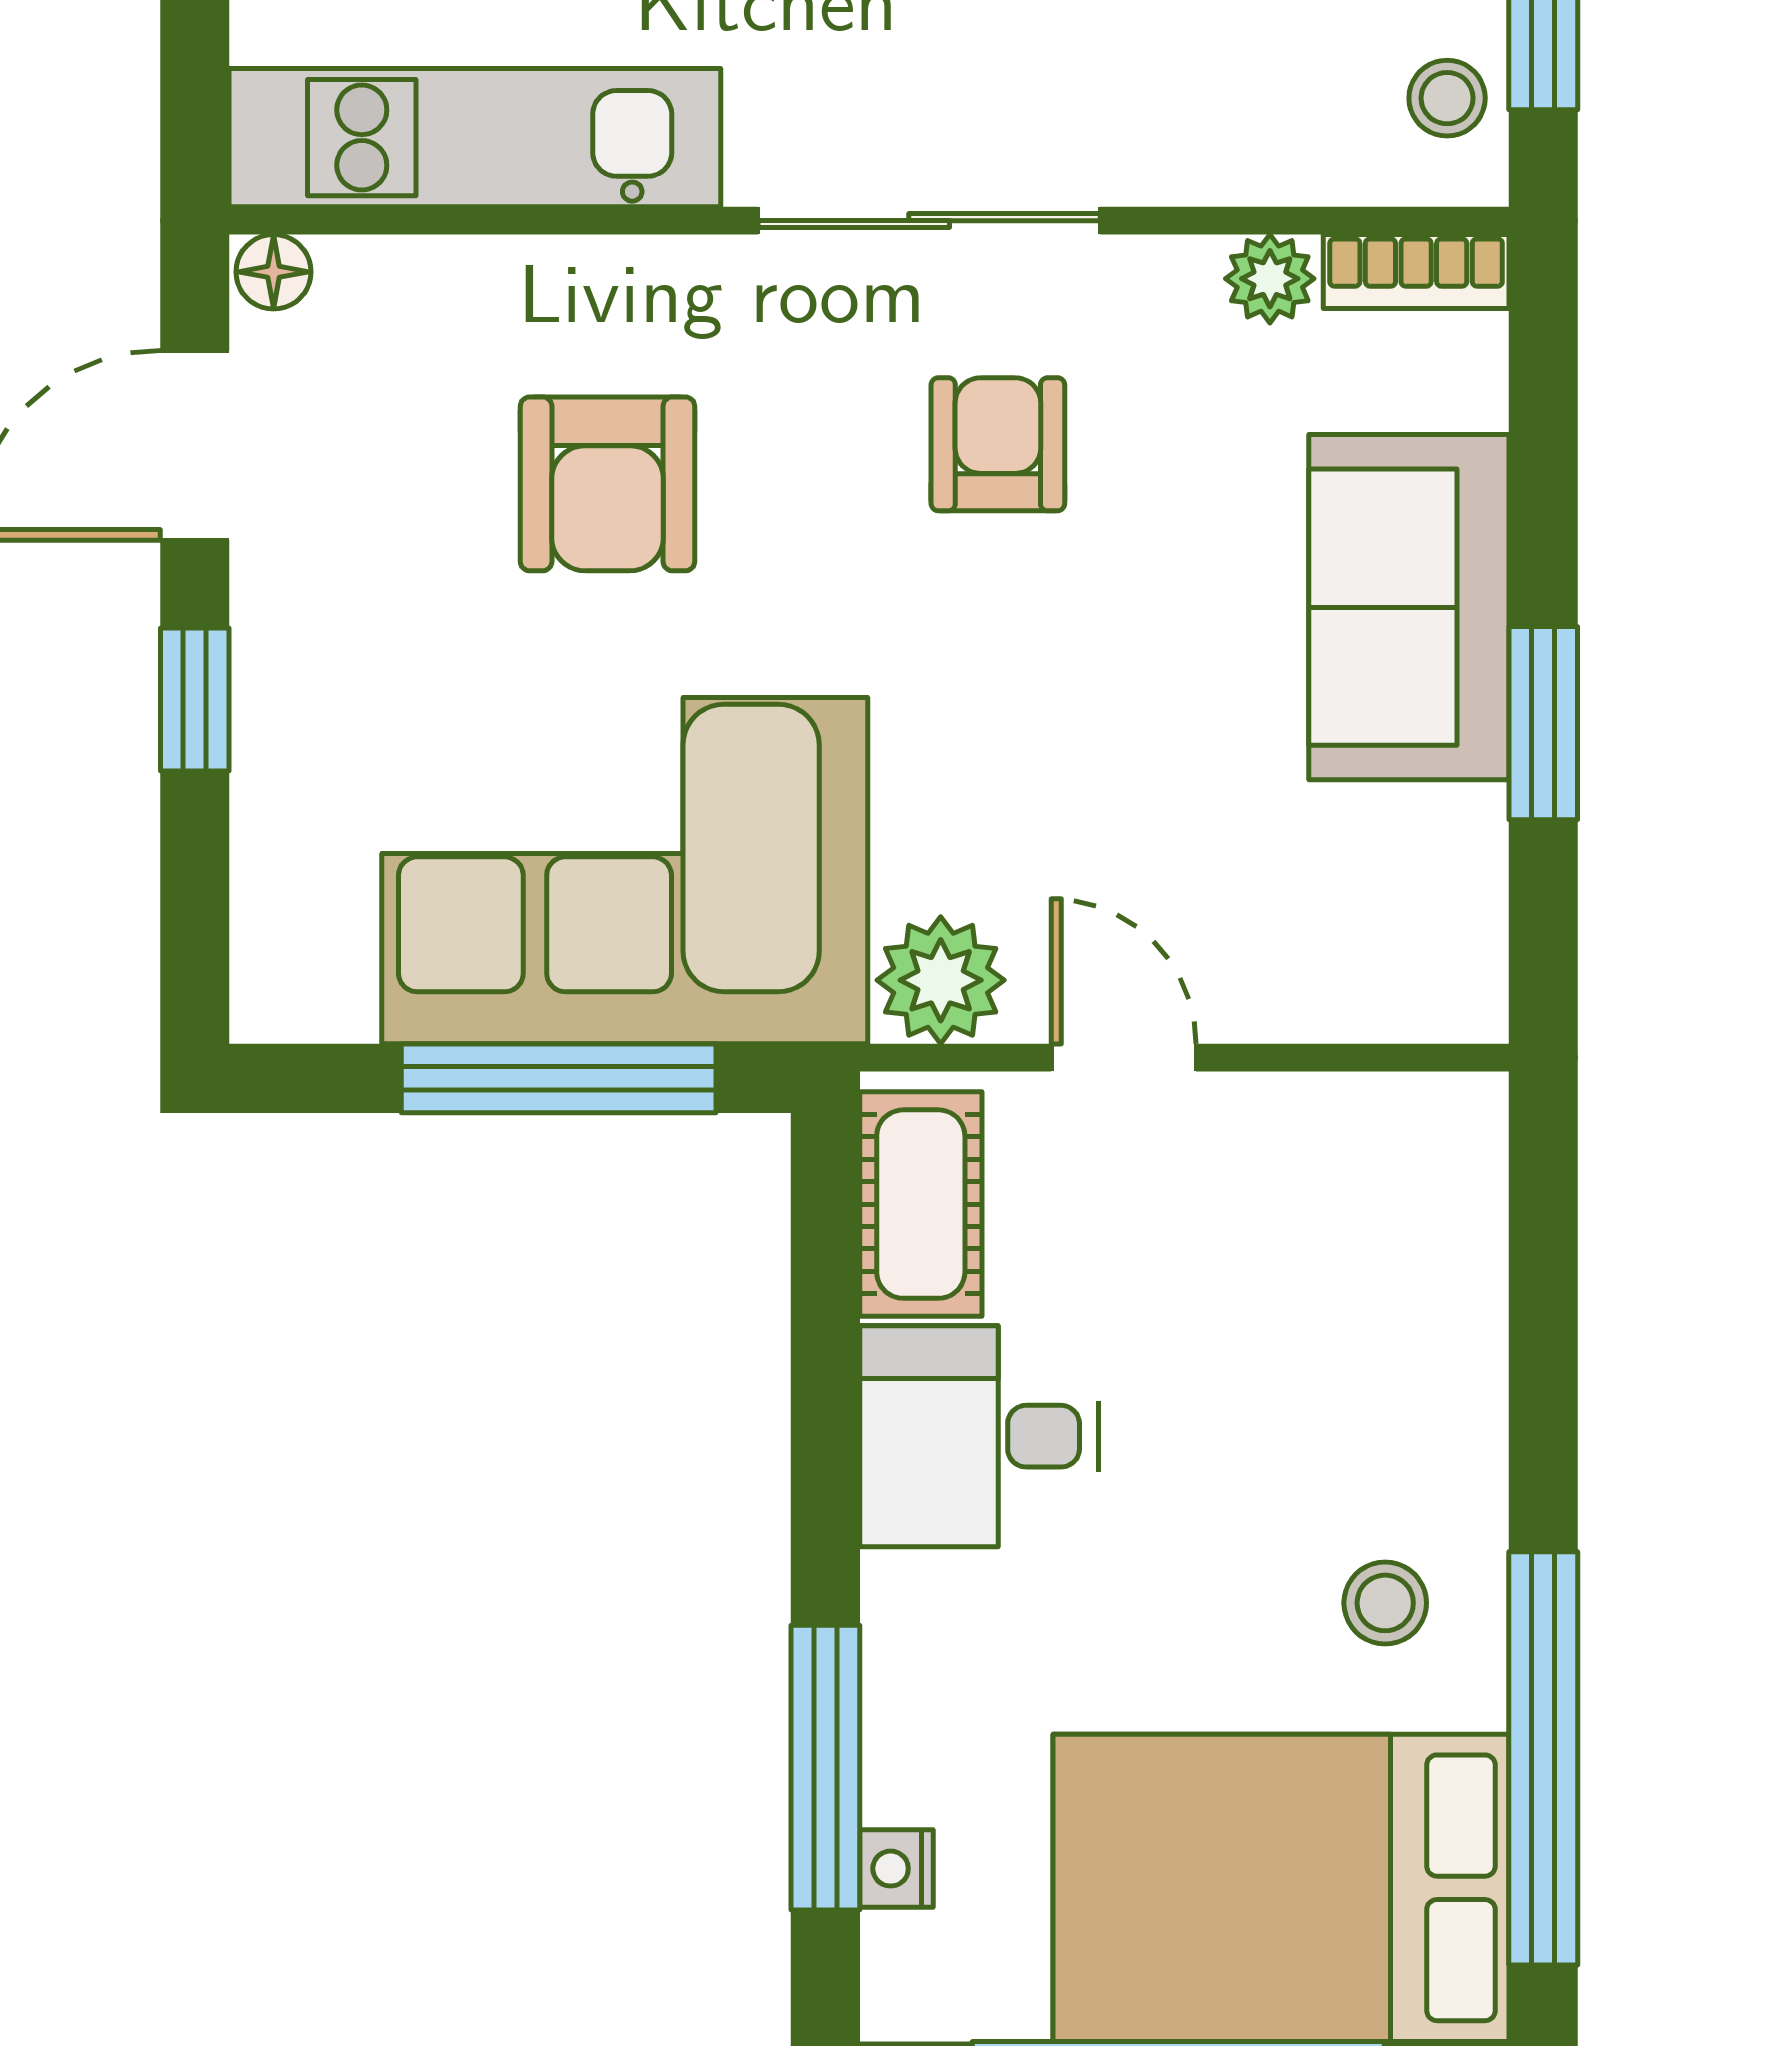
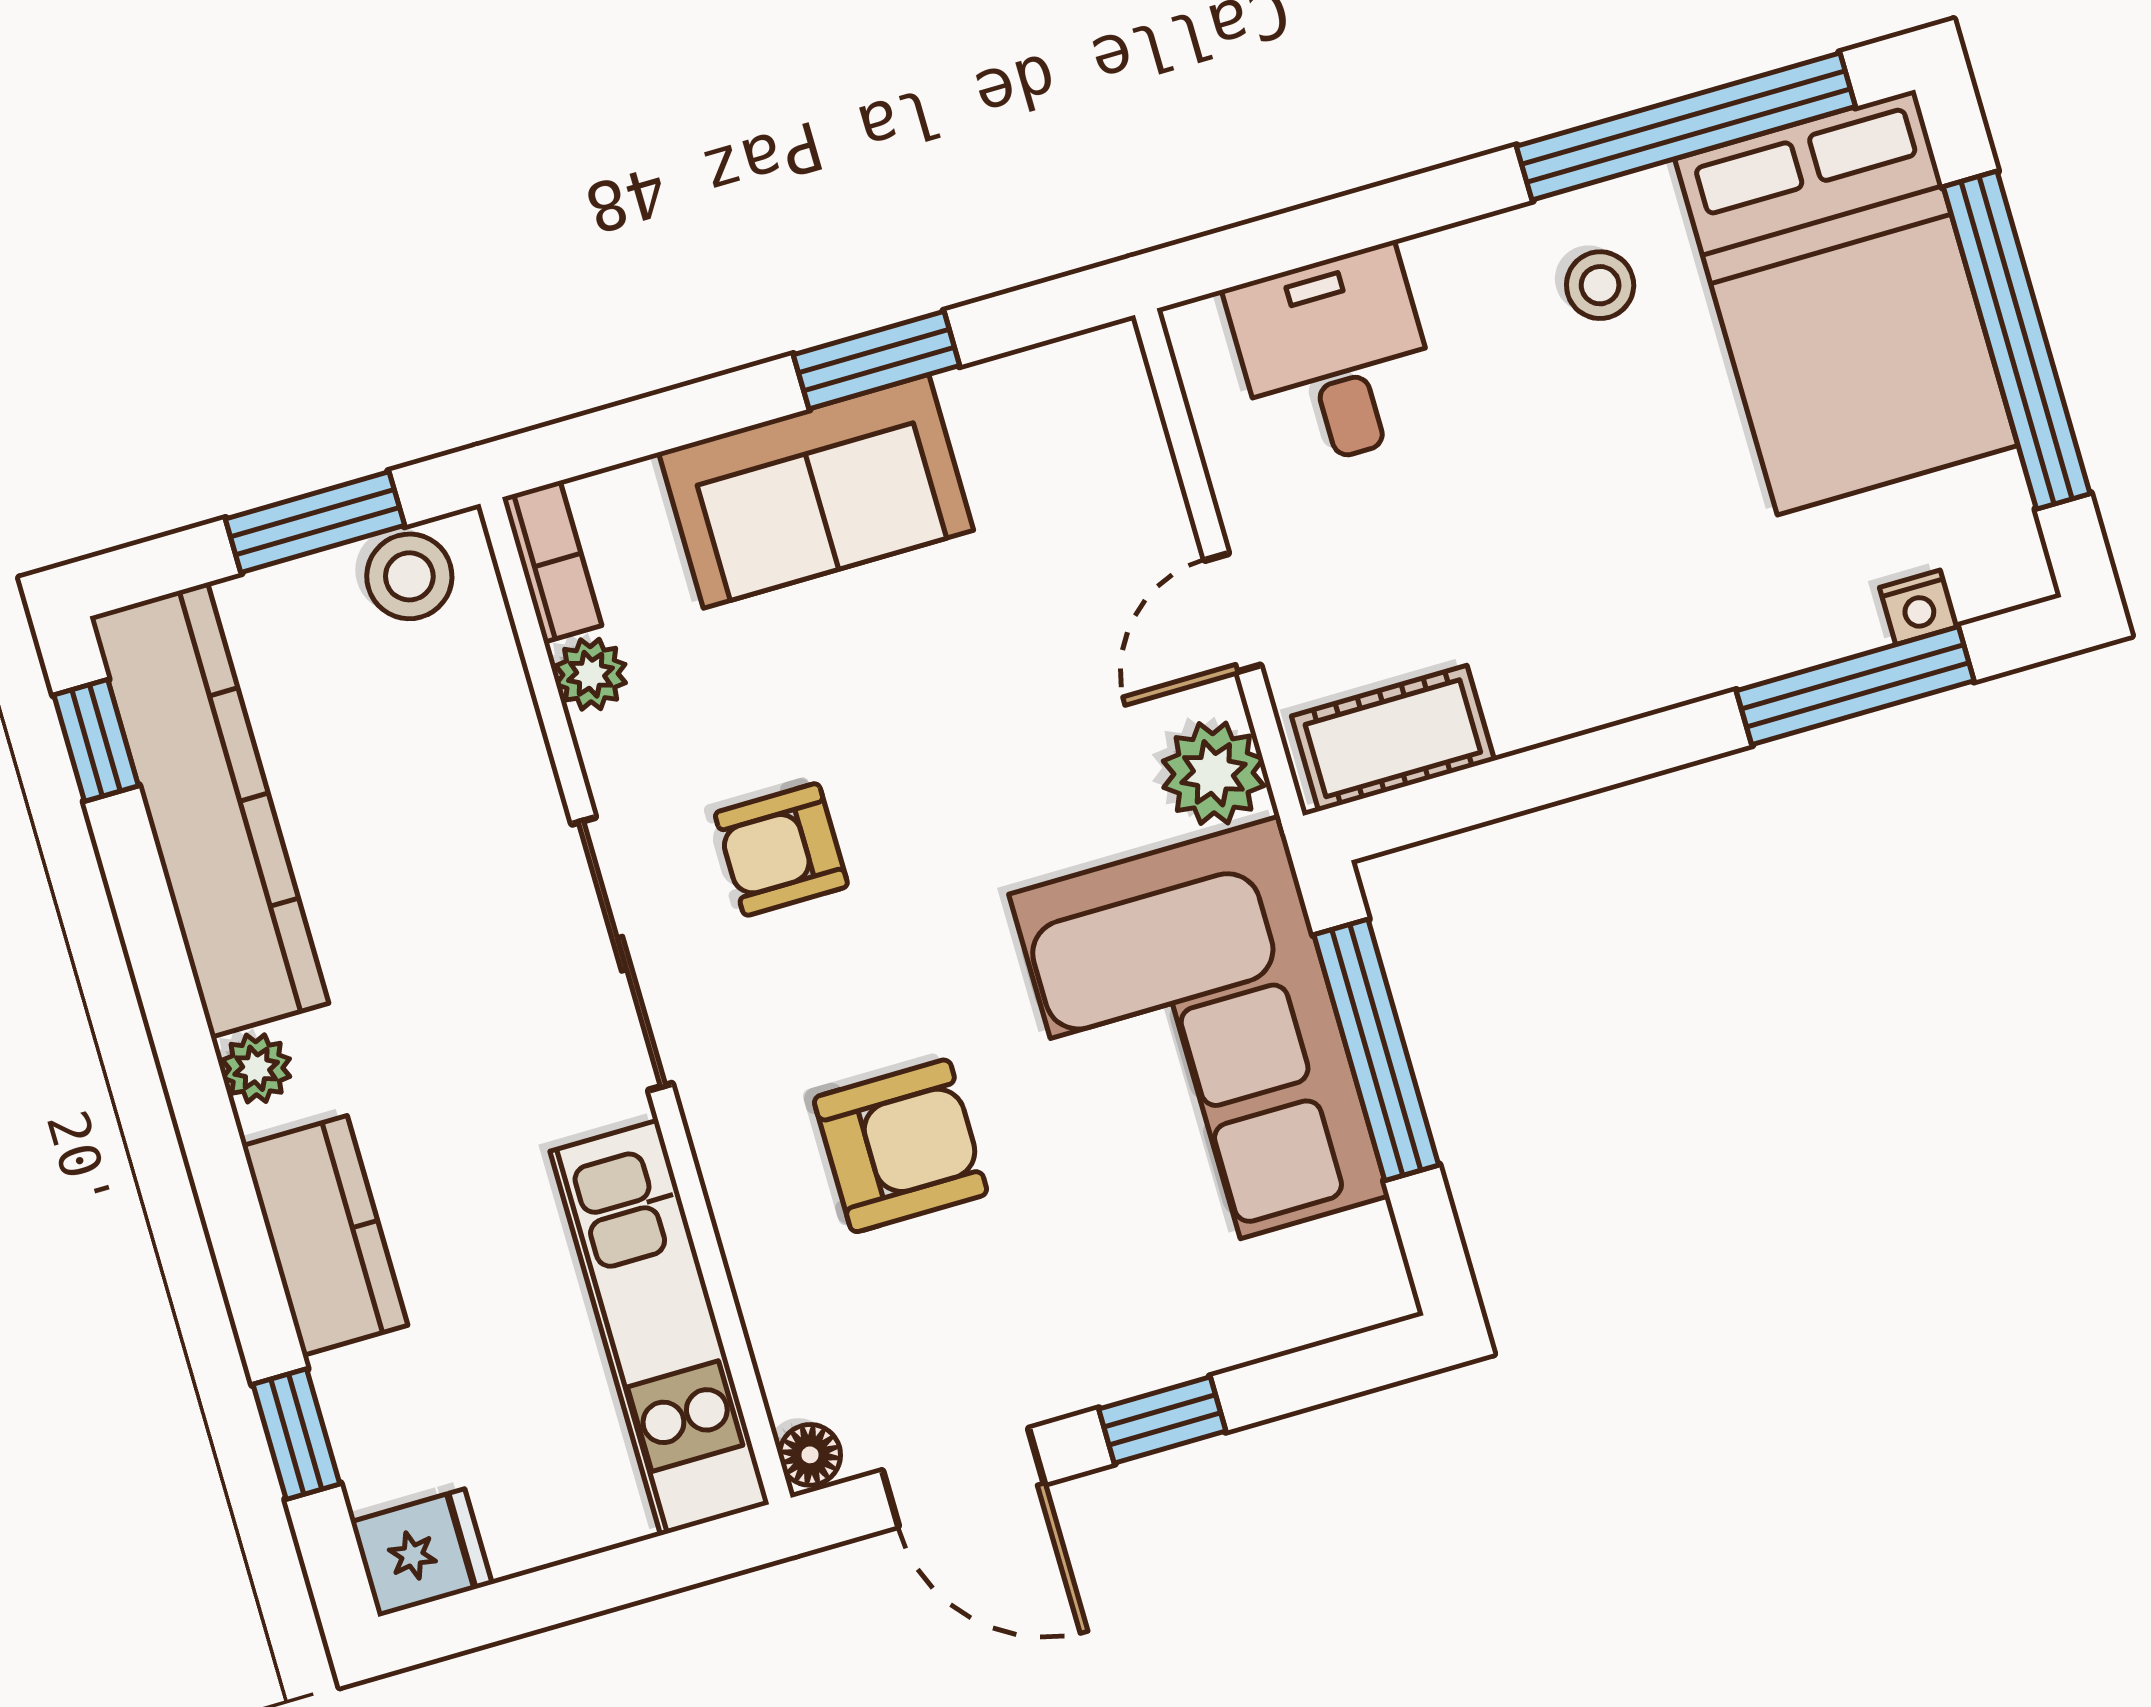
stool: (1447, 98) -> (409, 576), width x1.37, depth x1.37
desk: (979, 1436) -> (1334, 358), moved, turned 180

